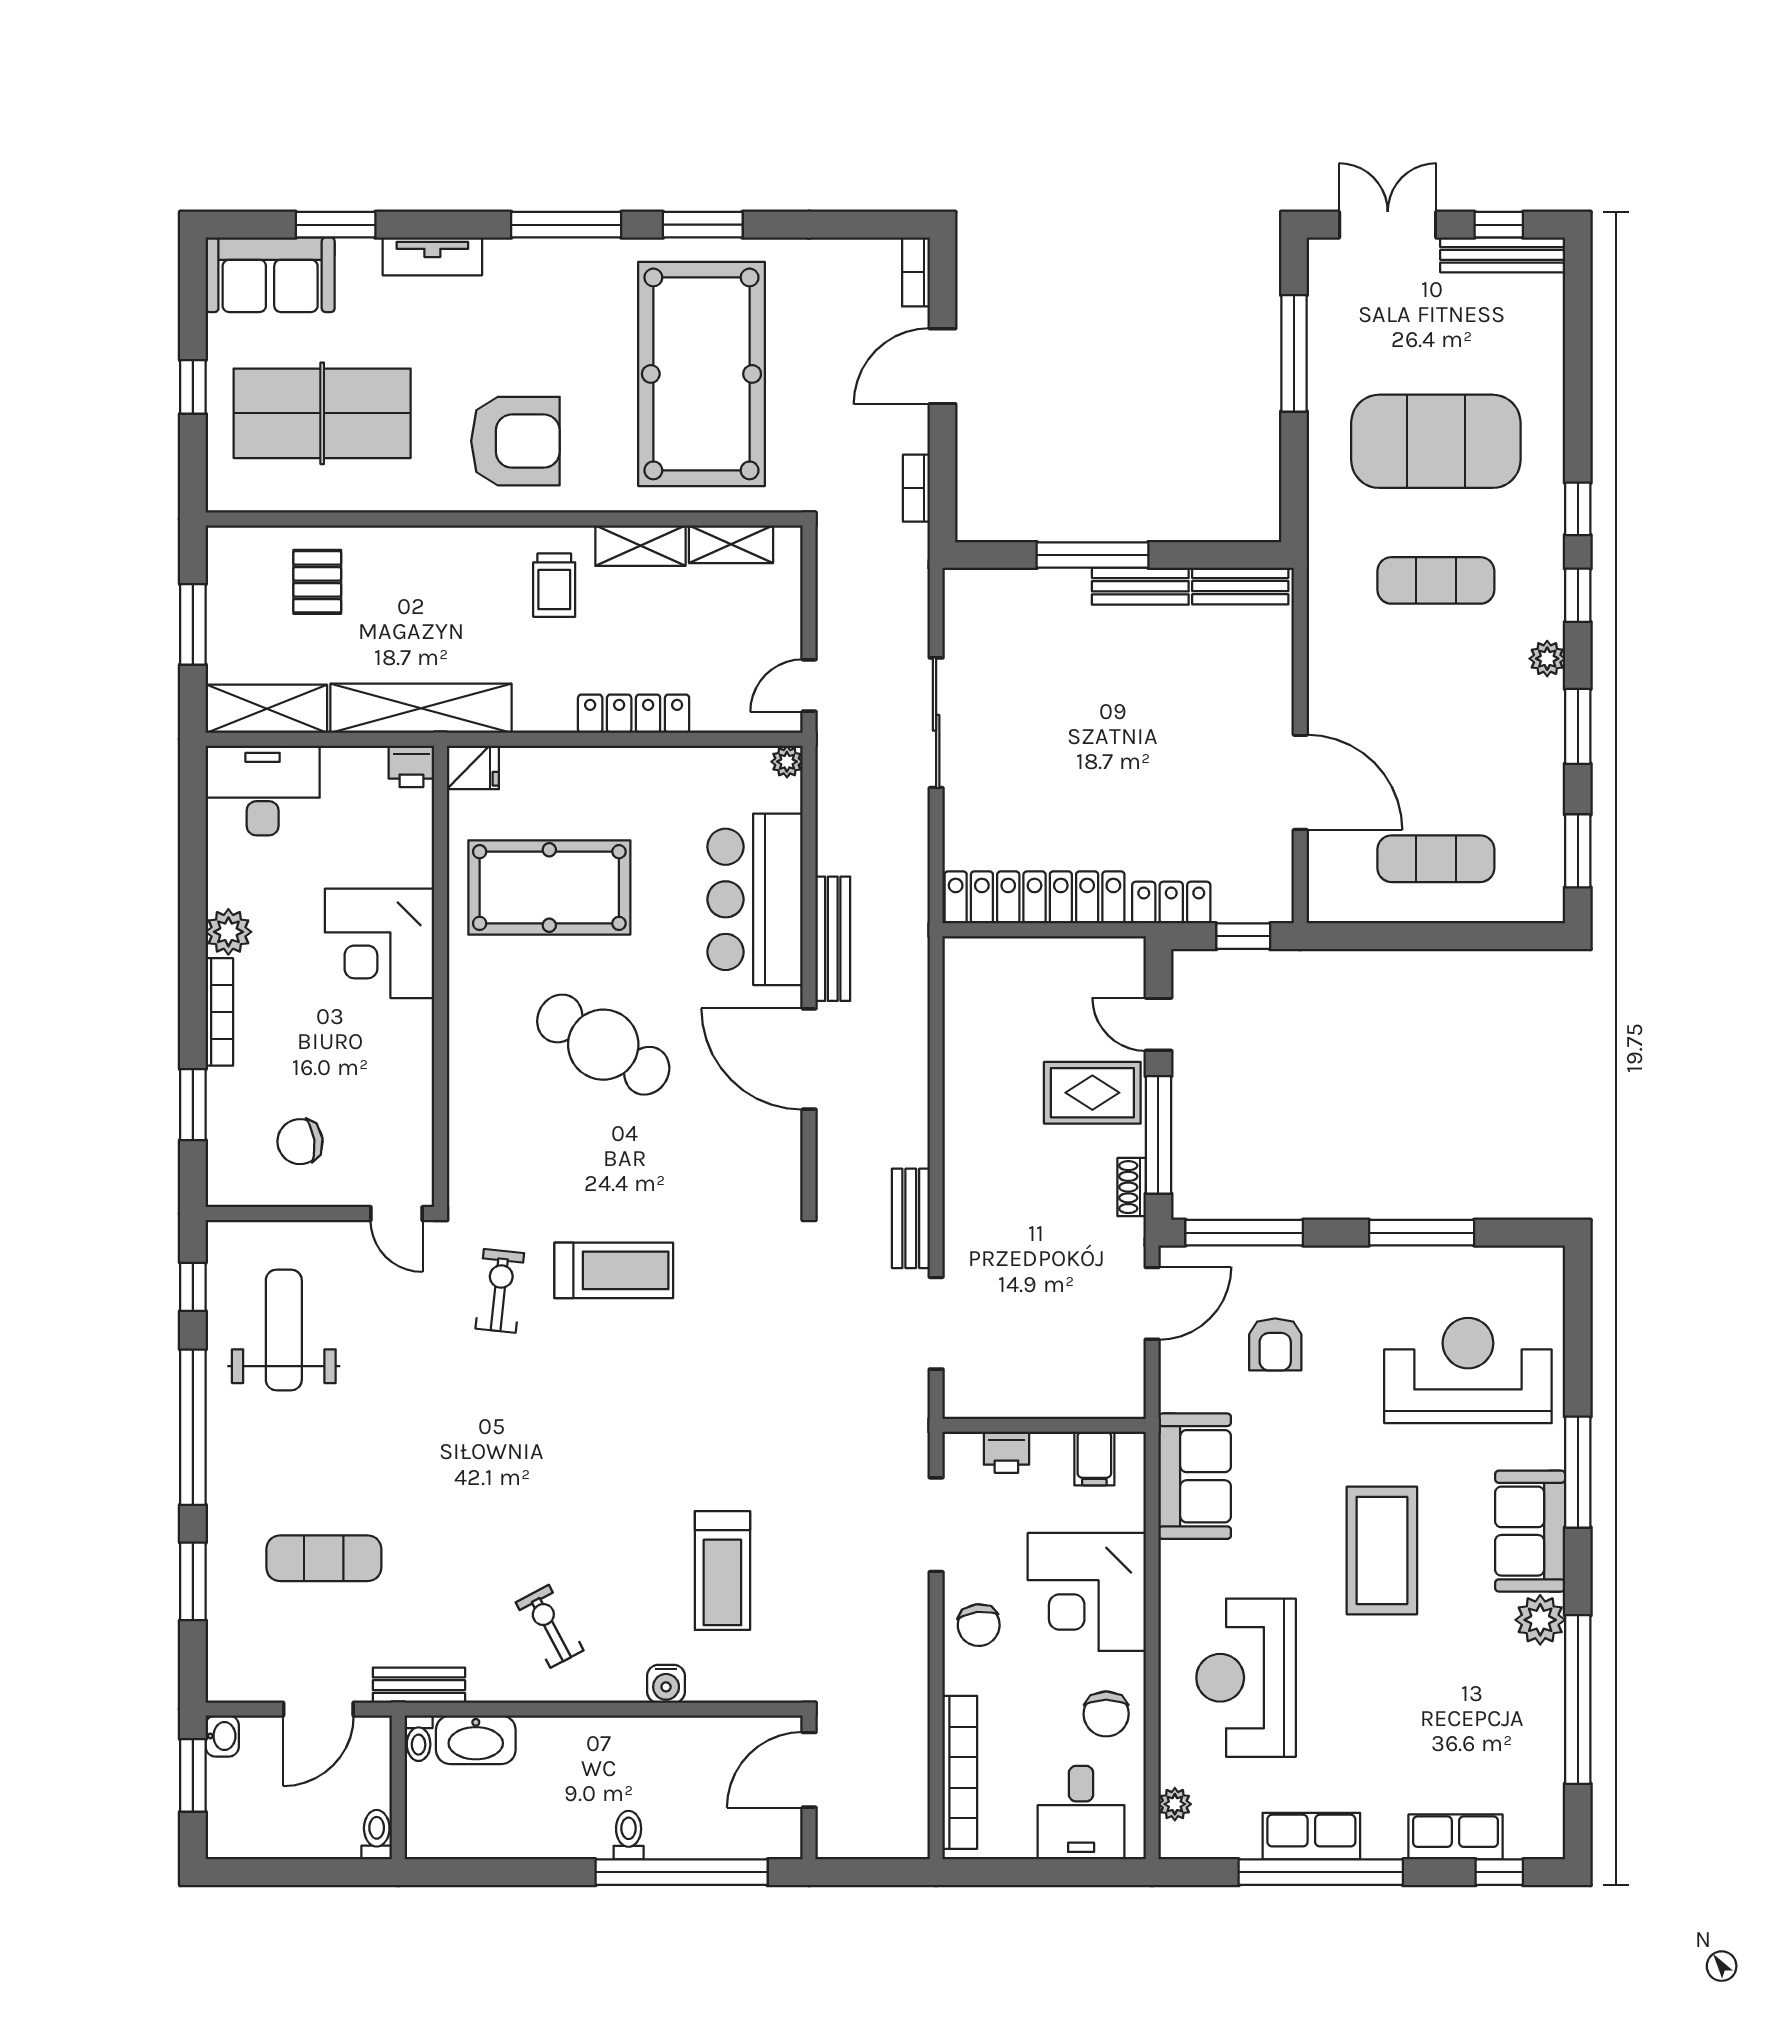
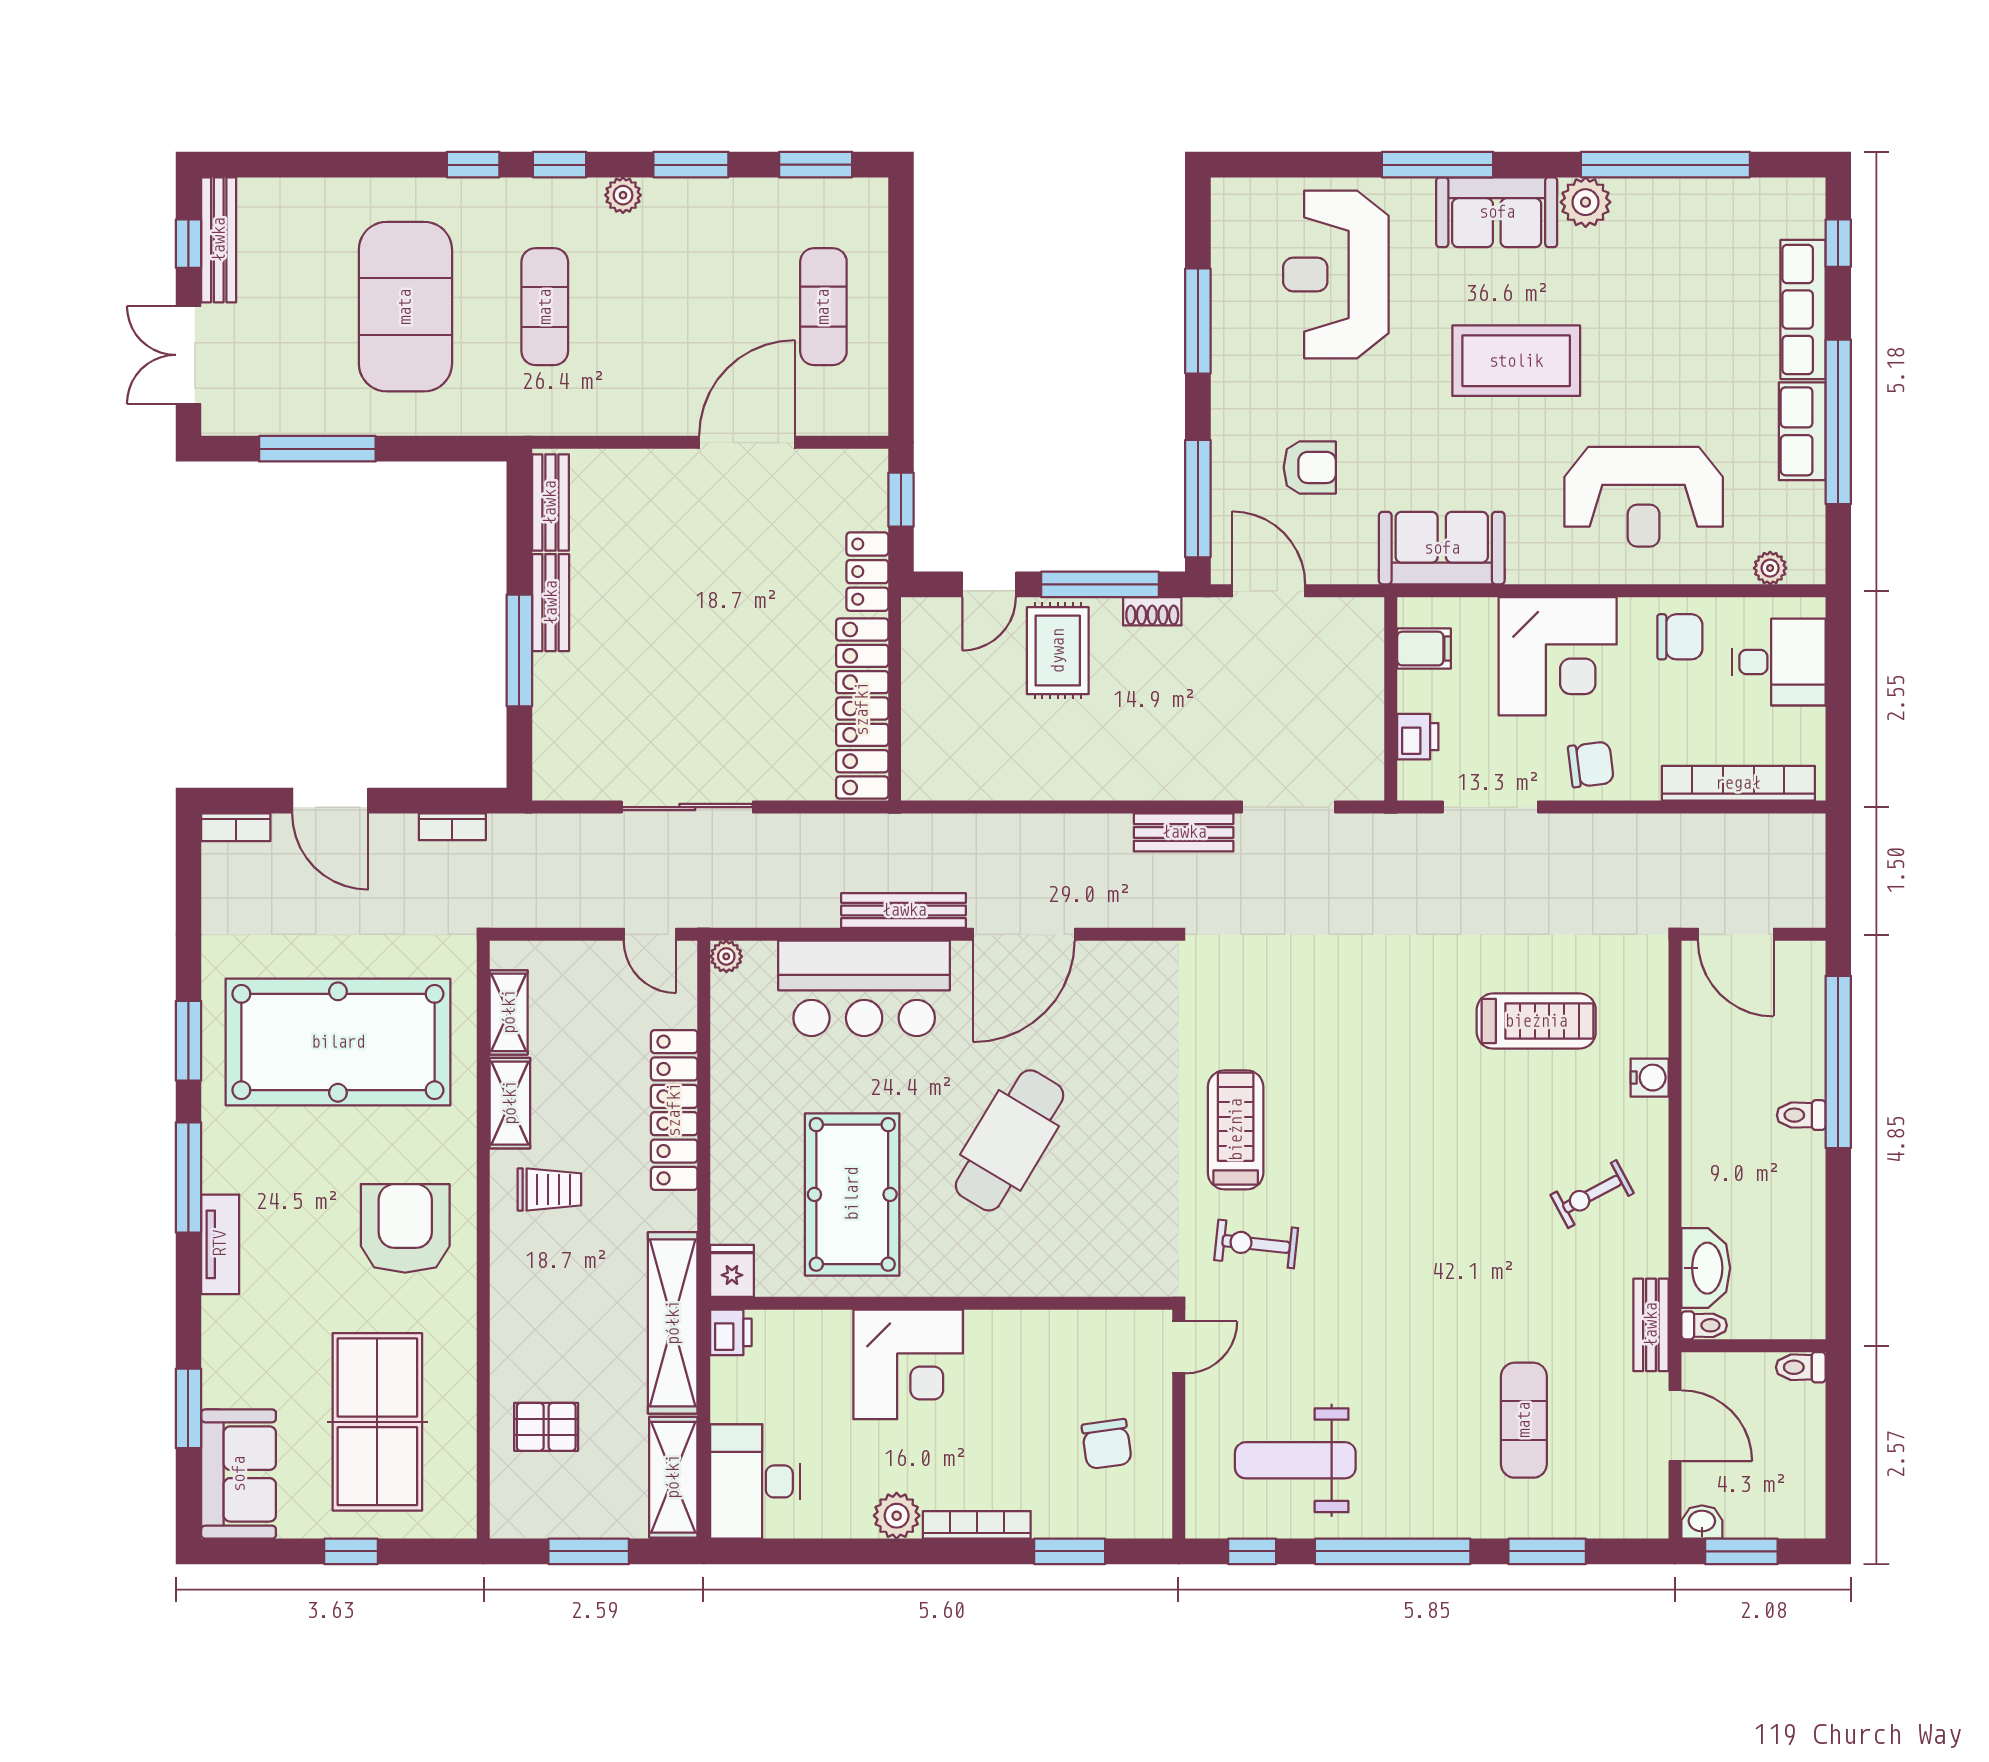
tv unit: (432, 256) -> (220, 1244), moved
locker: (634, 714) -> (674, 1110), width x1.41, depth x1.21
row of seats: (1455, 1837) -> (1803, 309), width x1.48

